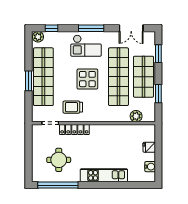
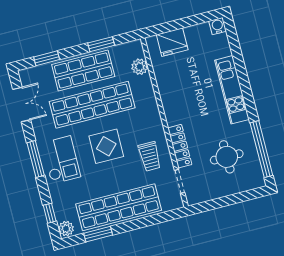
window: (29, 81) -> (98, 234), moved
fridge: (149, 147) -> (172, 42), width x1.88, depth x1.34
water cooler: (150, 167) -> (218, 26), moved

